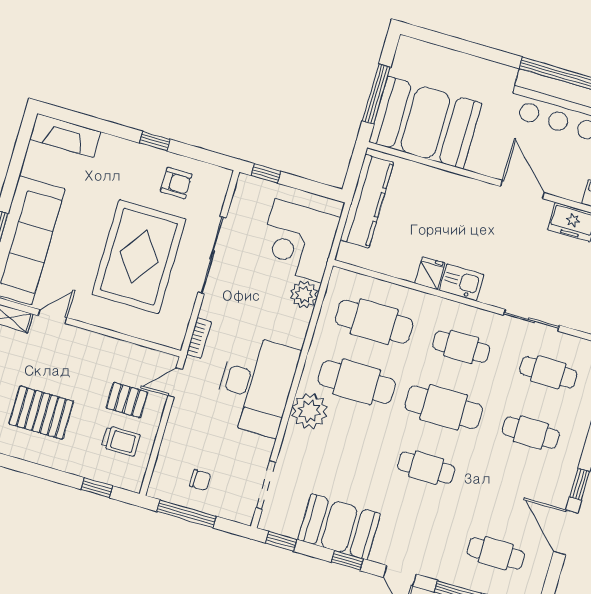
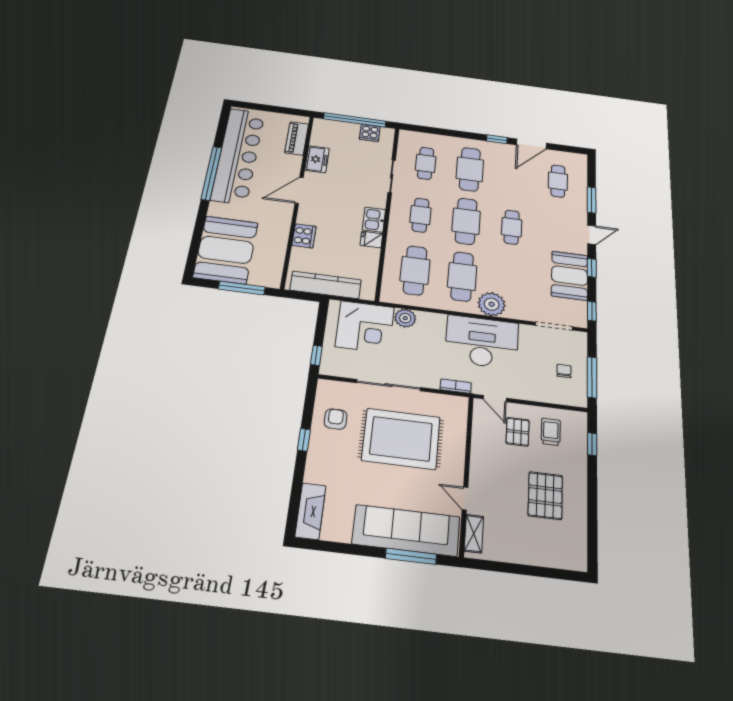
booth: (425, 123) -> (226, 250), moved
cooker: (447, 185) -> (304, 236), added
cafe table: (531, 433) -> (470, 169), width x1.37, depth x1.35

